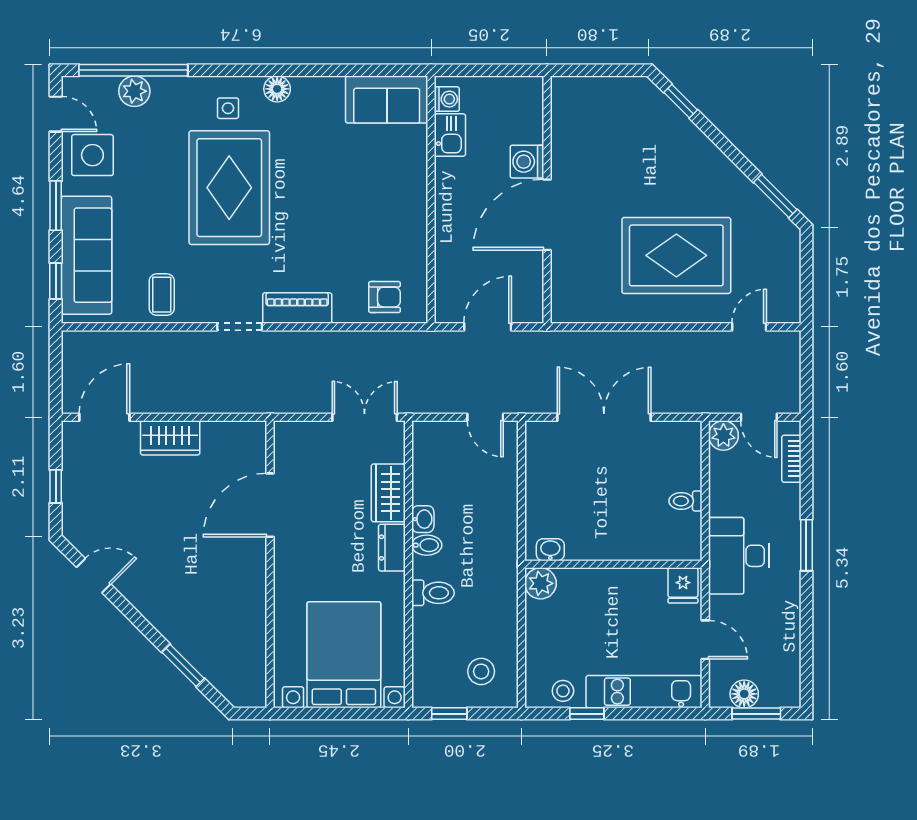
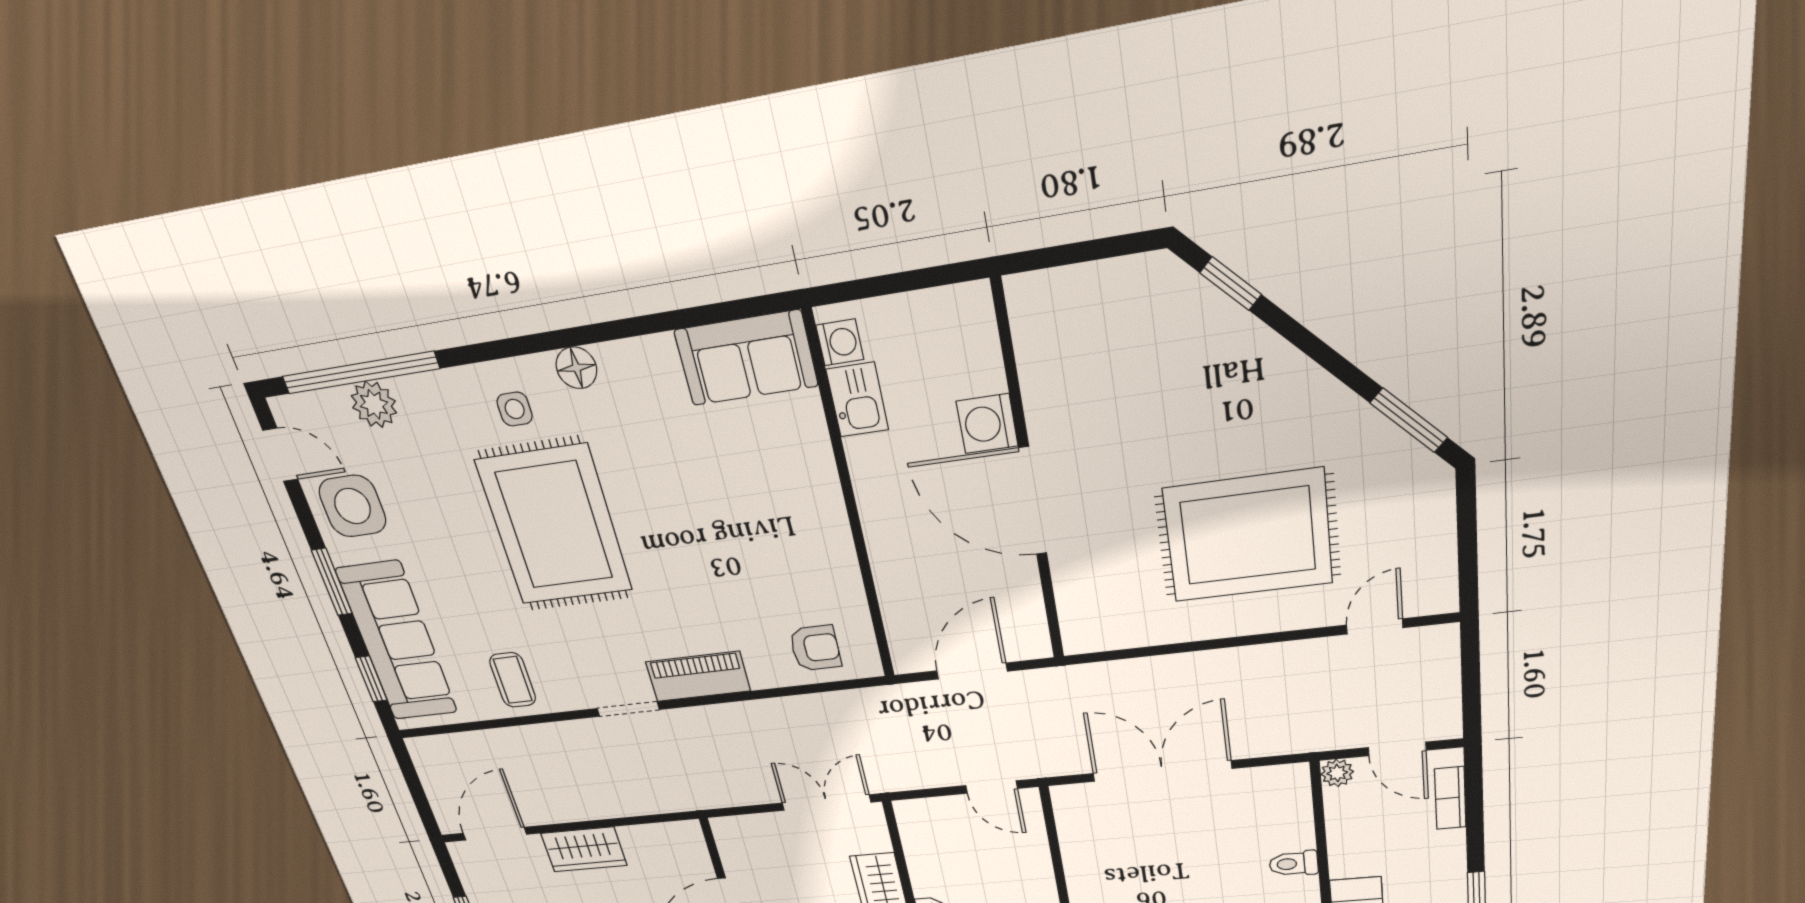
door: (547, 215) -> (1033, 501), hinge flipped
plant: (723, 436) -> (1337, 773), width x0.73, depth x0.73

